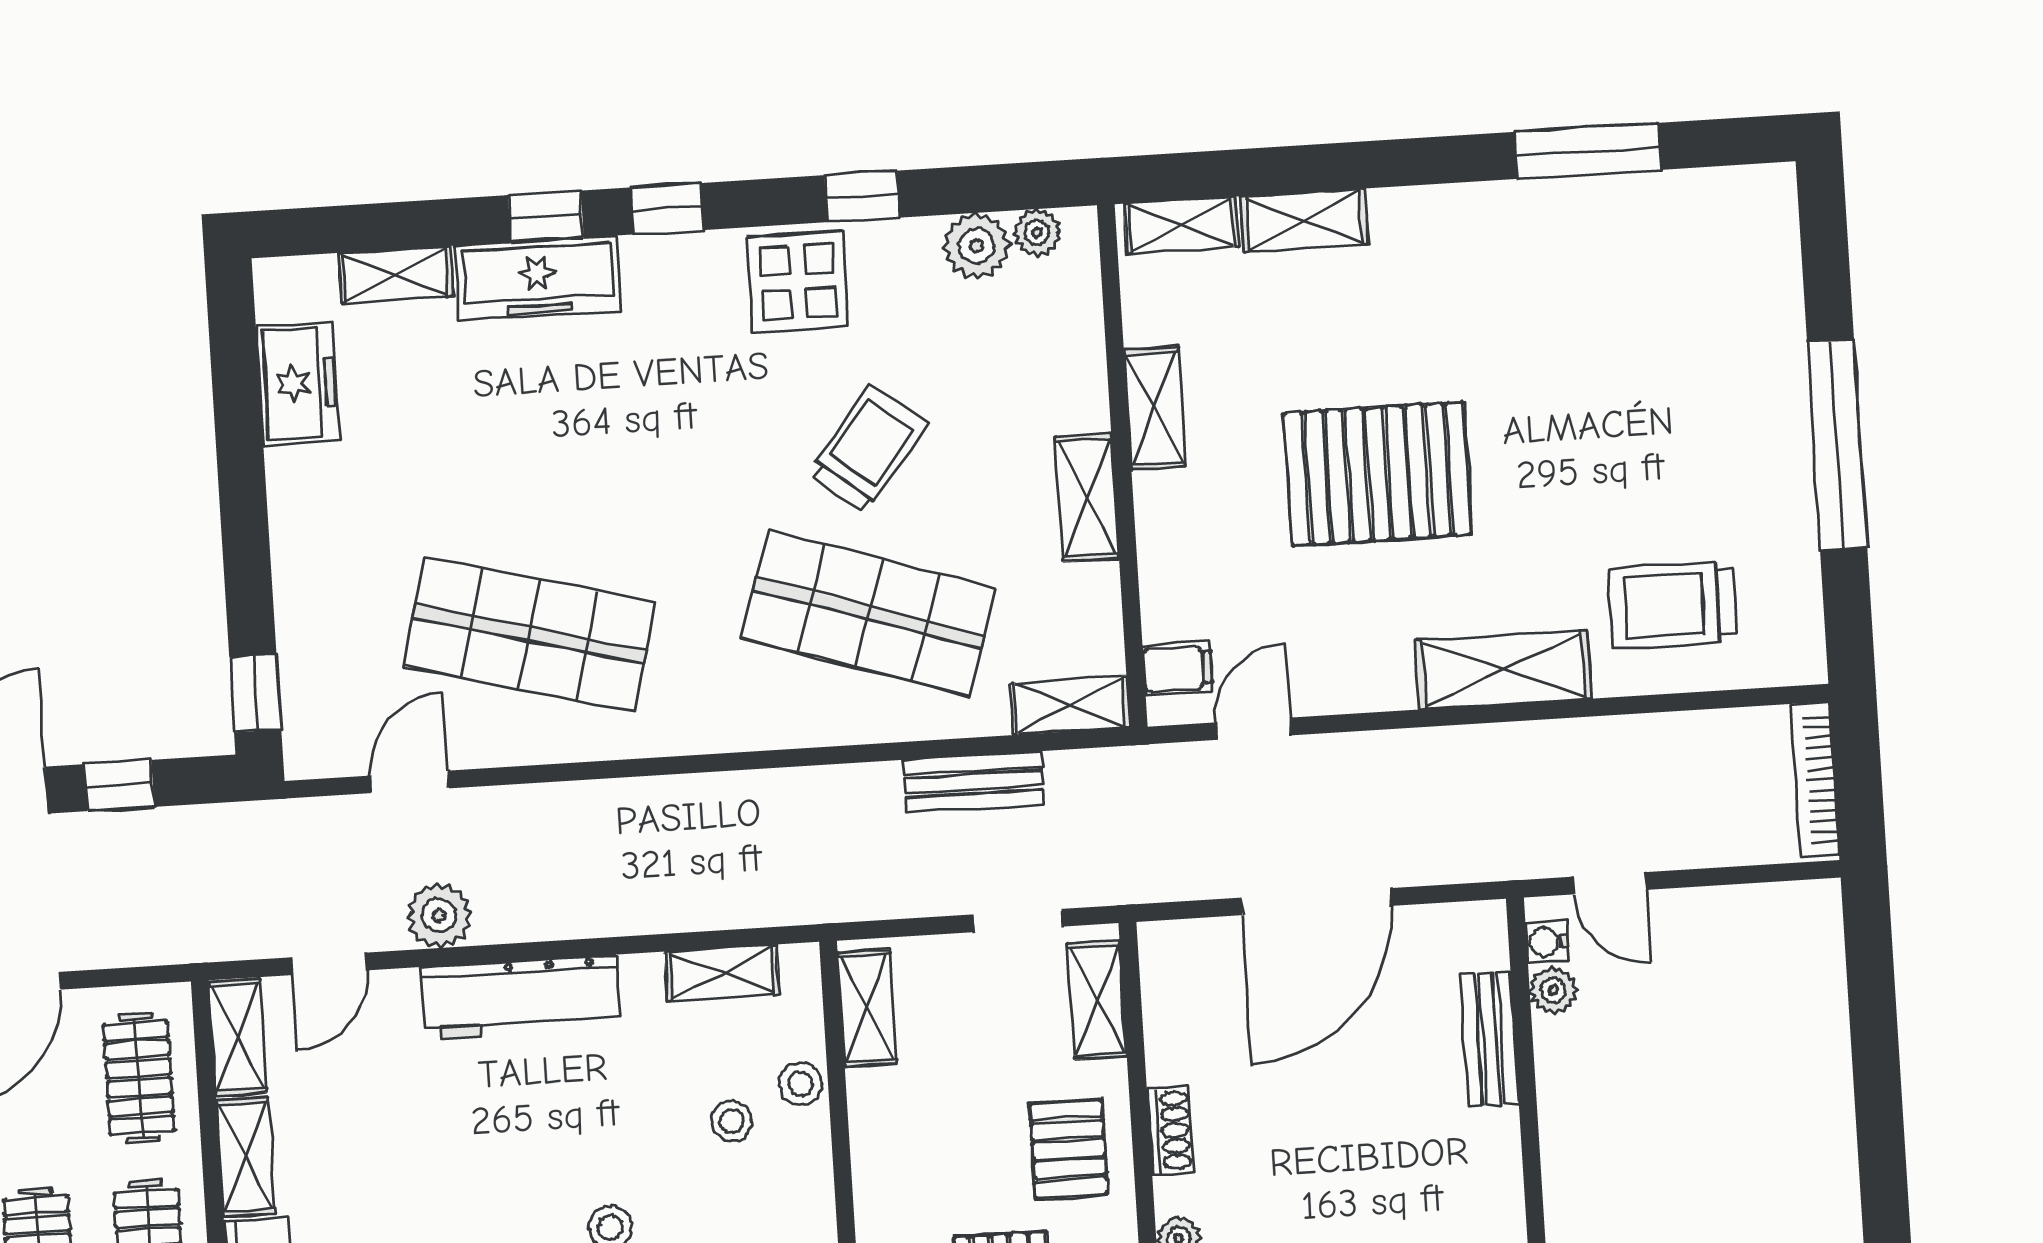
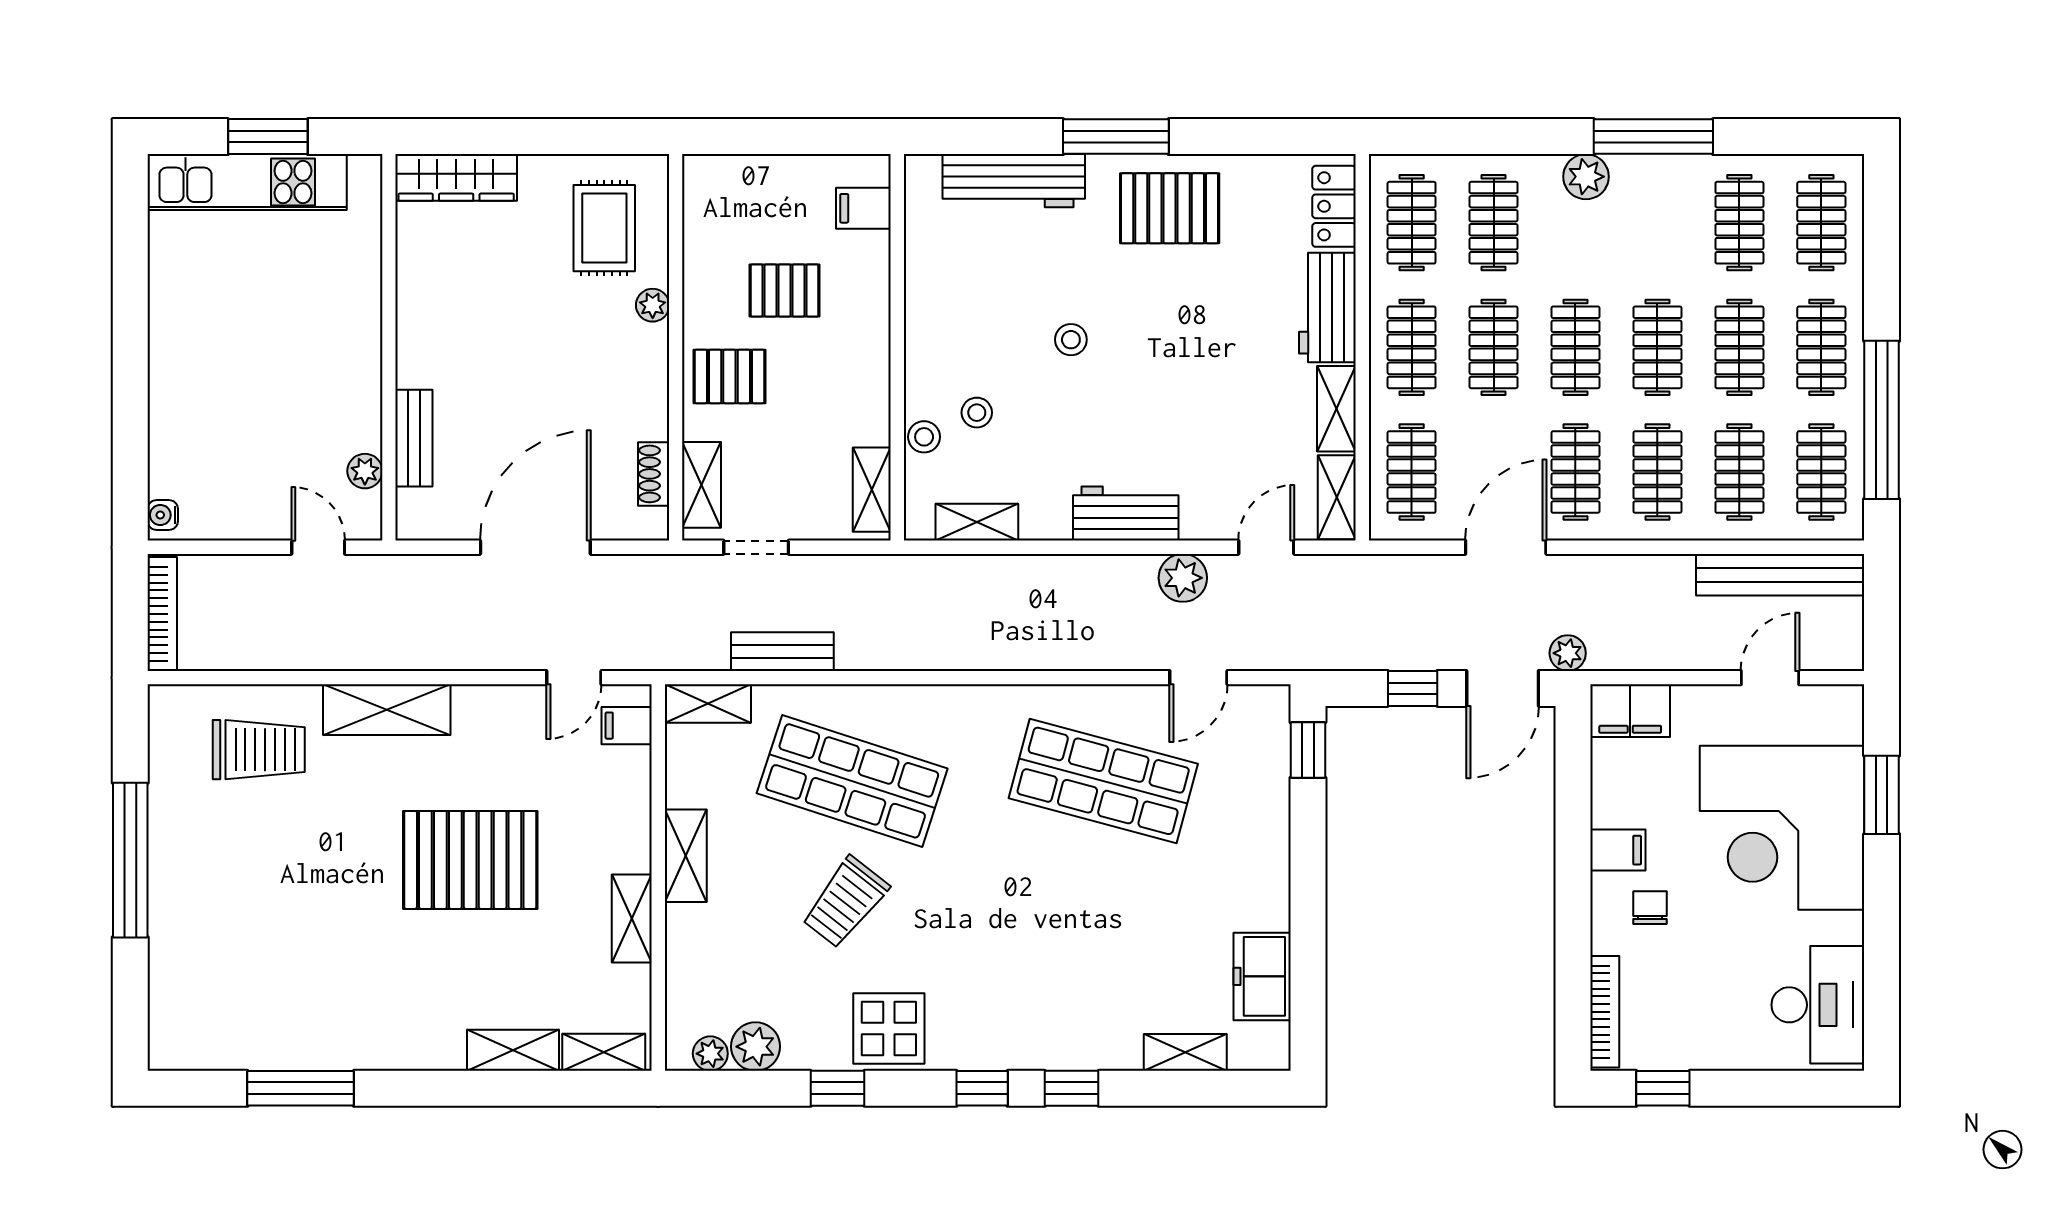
freezer: (538, 278) -> (1081, 1043), removed
water cooler: (1547, 942) -> (163, 515), moved, turned 180
workbench: (521, 997) -> (1126, 514), width x0.73
shoe rack: (1170, 1130) -> (654, 474), moved
pallet: (1069, 1149) -> (729, 376), turned 90

